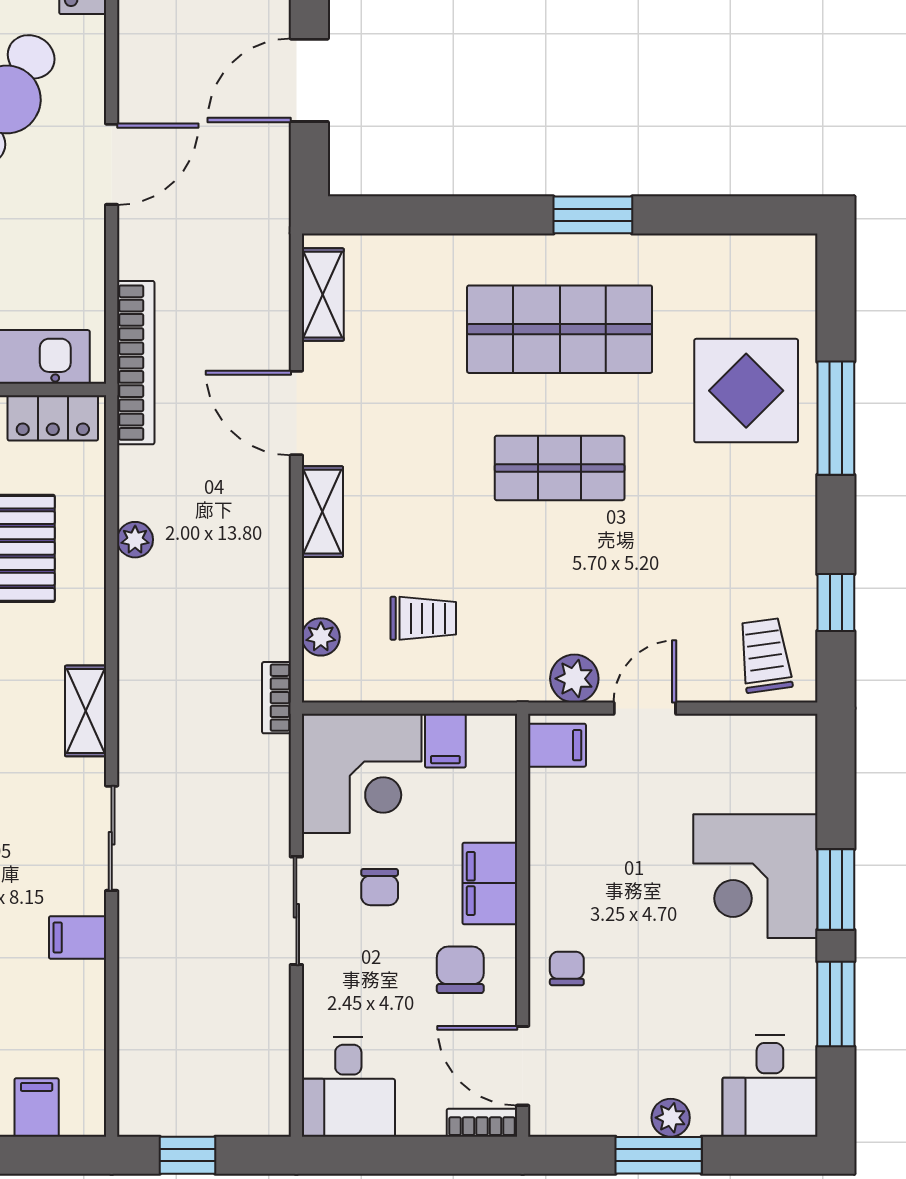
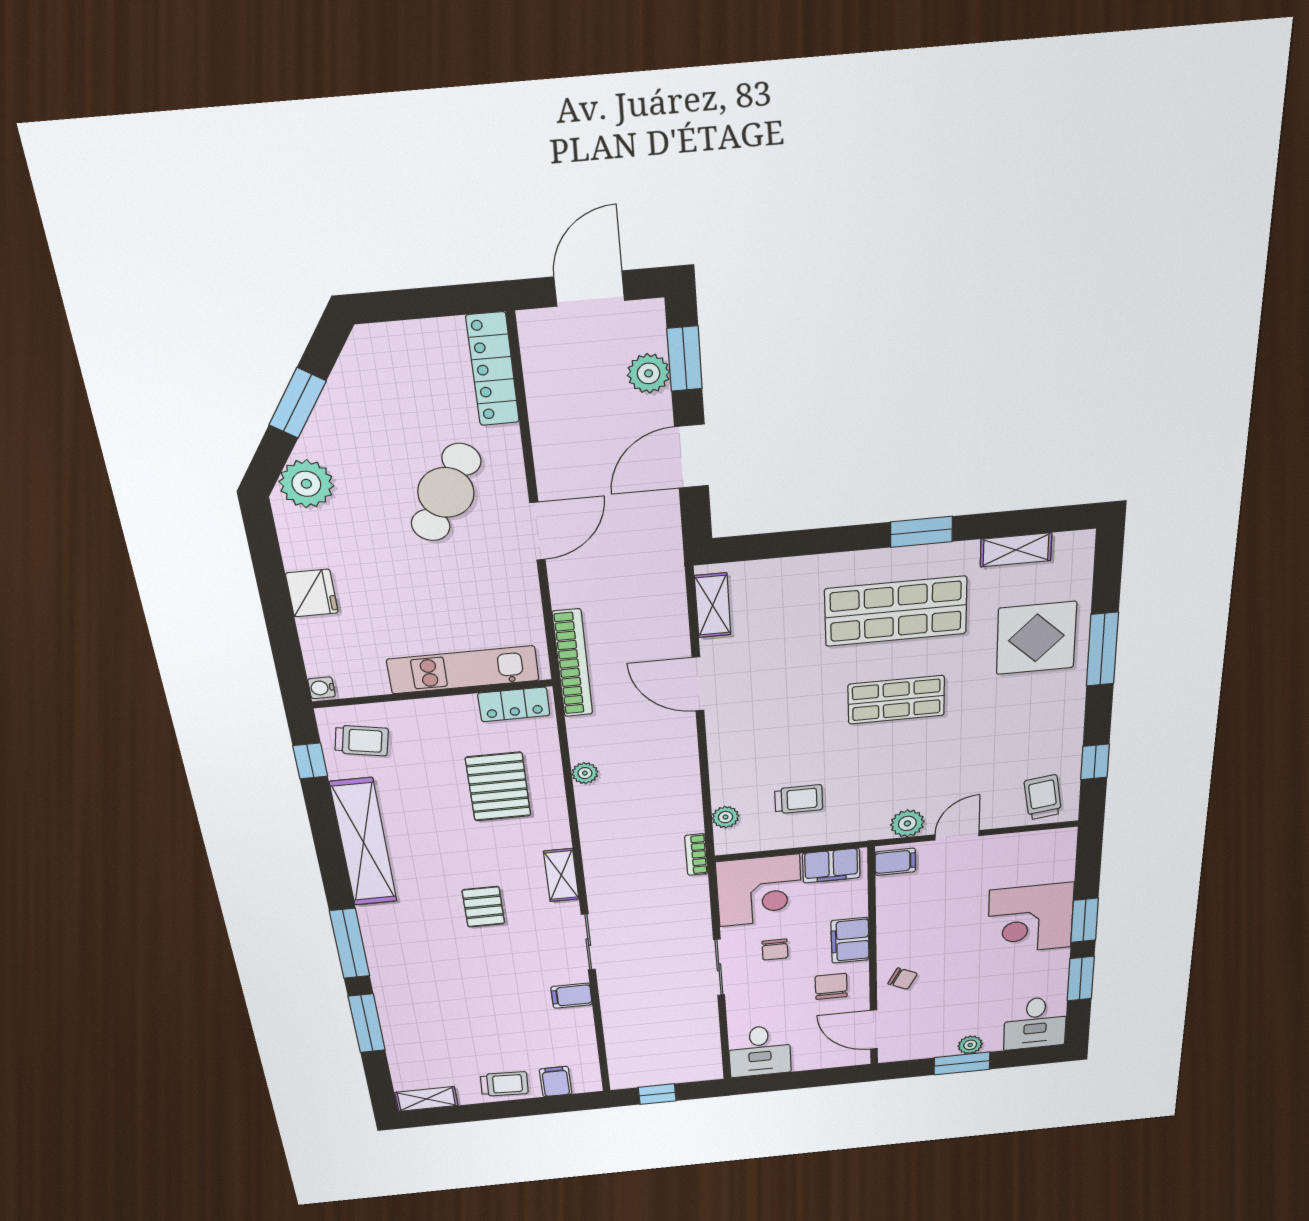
shelving: (322, 512) -> (1016, 550), moved, turned 90
filing cabinet: (445, 741) -> (831, 866), width x2.00
chair: (567, 968) -> (903, 979), turned 117
bookcase: (482, 1123) -> (848, 1060), removed

